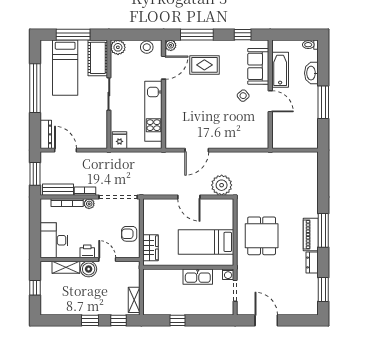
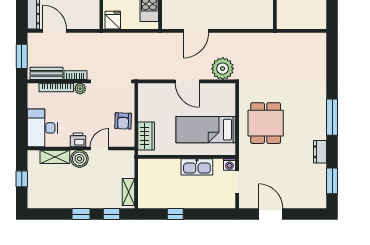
armchair: (129, 234) -> (123, 121), turned -88
piano: (311, 235) -> (319, 122), removed
door: (107, 259) -> (100, 149), hinge flipped

